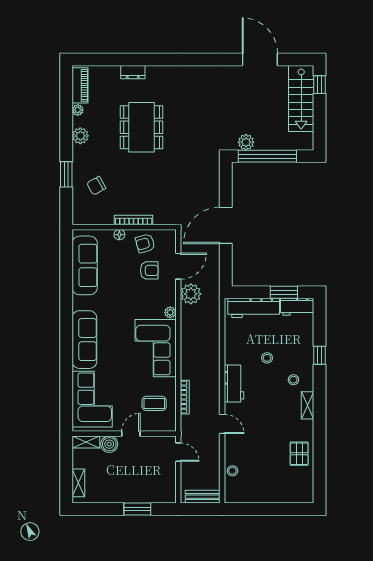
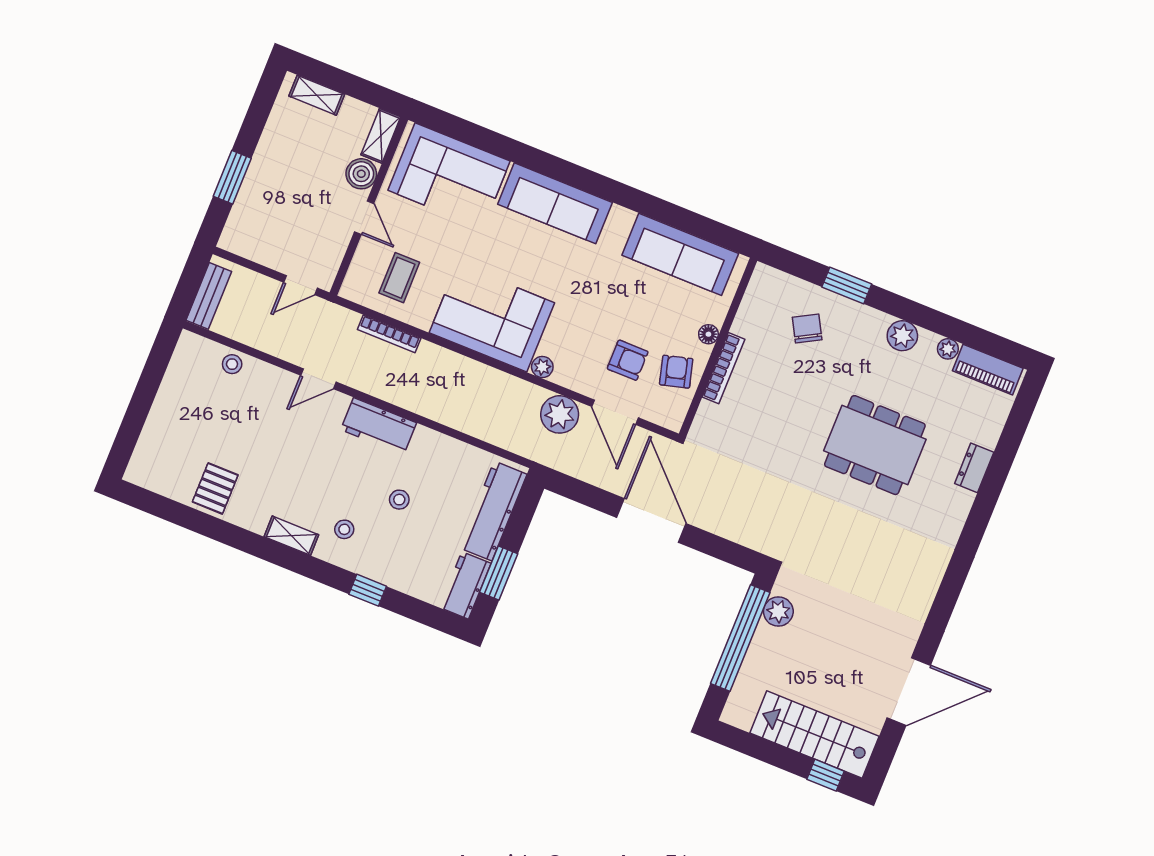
armchair: (149, 270) -> (628, 360), turned -90
pallet: (299, 454) -> (215, 488), turned 90

